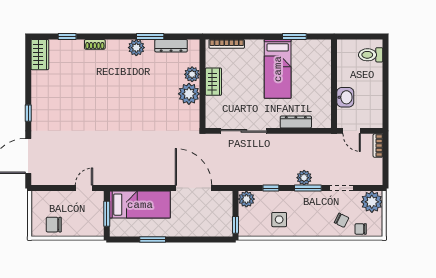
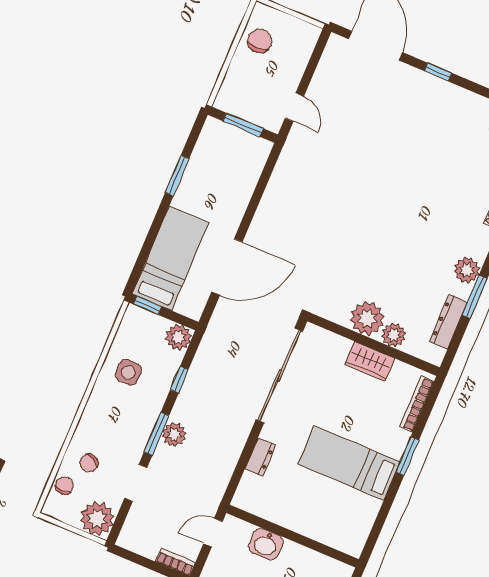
window: (294, 37) -> (407, 456), moved
dresser: (296, 122) -> (260, 457), width x0.70
sliding door: (244, 131) -> (279, 376), width x1.36
bed: (140, 205) -> (171, 258), moved, turned 180

